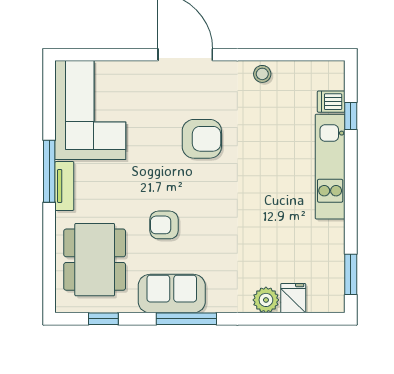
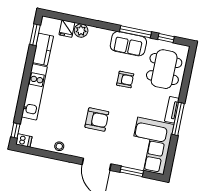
window: (116, 55) -> (132, 171), added
dishwasher: (331, 102) -> (24, 140), moved
window: (351, 116) -> (15, 131), moved
armchair: (202, 139) -> (97, 119), turned 180
kitchen counter: (330, 250) -> (43, 49), added
window: (186, 319) -> (136, 32), moved

